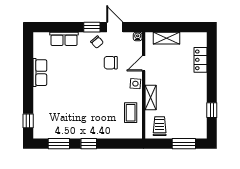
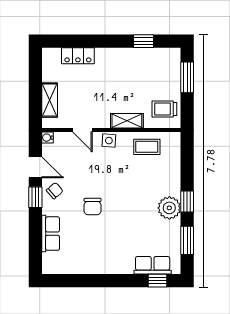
door: (115, 27) -> (35, 167), swing flipped
chair: (111, 63) -> (93, 207), moved
row of seats: (40, 73) -> (153, 265), moved
plant: (84, 130) -> (169, 208), added

